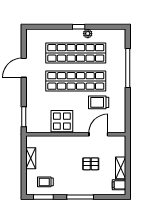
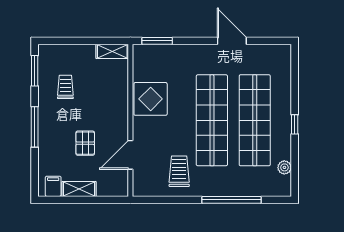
plant: (88, 34) -> (284, 167), moved
trolley: (99, 102) -> (179, 171), moved
door: (98, 134) -> (130, 155), swing flipped
shelving: (31, 158) -> (112, 51), moved
trolley: (45, 182) -> (65, 87), moved

